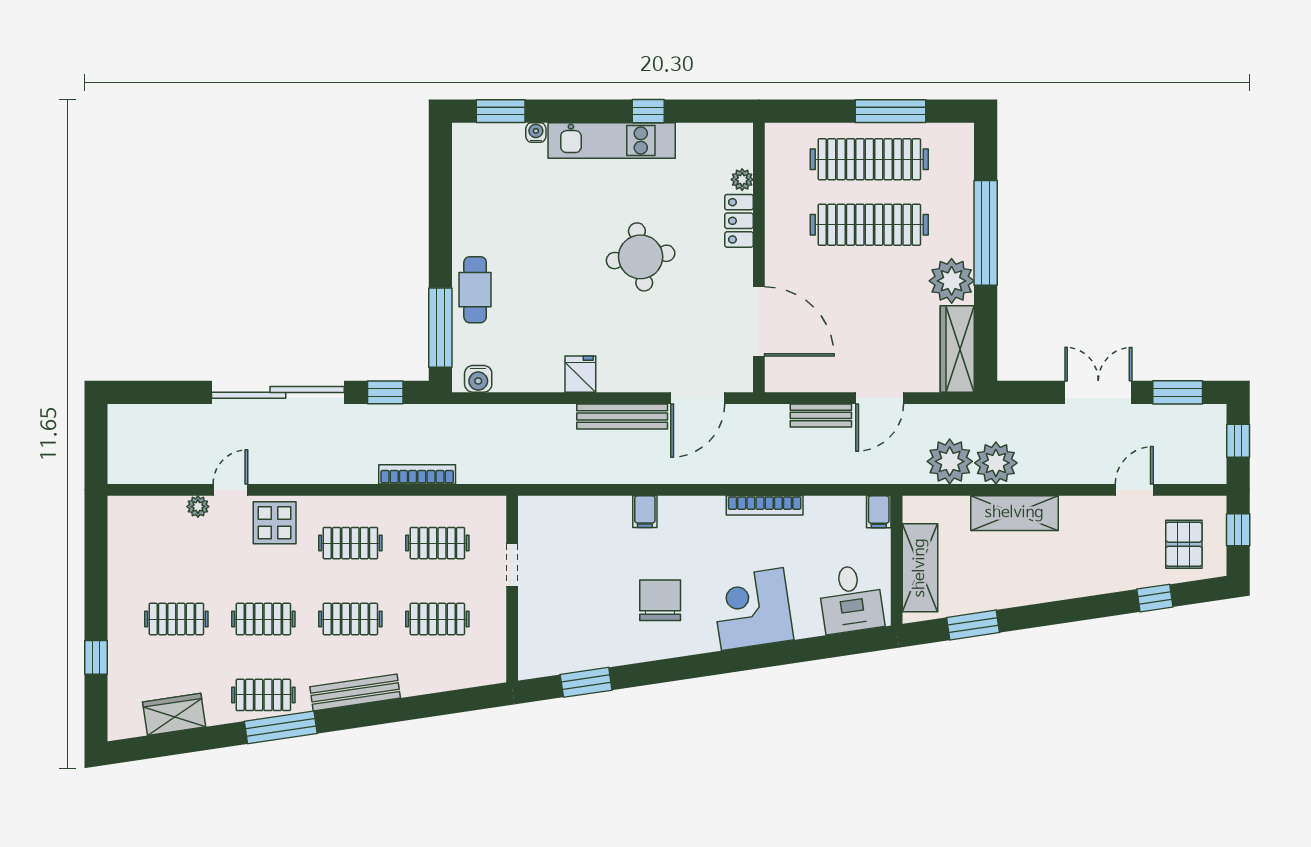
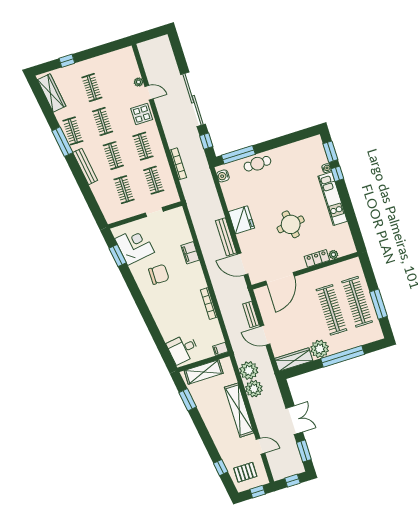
window: (648, 111) -> (337, 174), moved
fridge: (580, 374) -> (241, 220), width x1.88, depth x1.34
filing cabinet: (645, 512) -> (190, 253), width x2.00
shelving: (1014, 513) -> (239, 410), width x1.47
corner desk: (752, 609) -> (135, 245), moved
wardrobe: (174, 714) -> (52, 93), width x1.50

